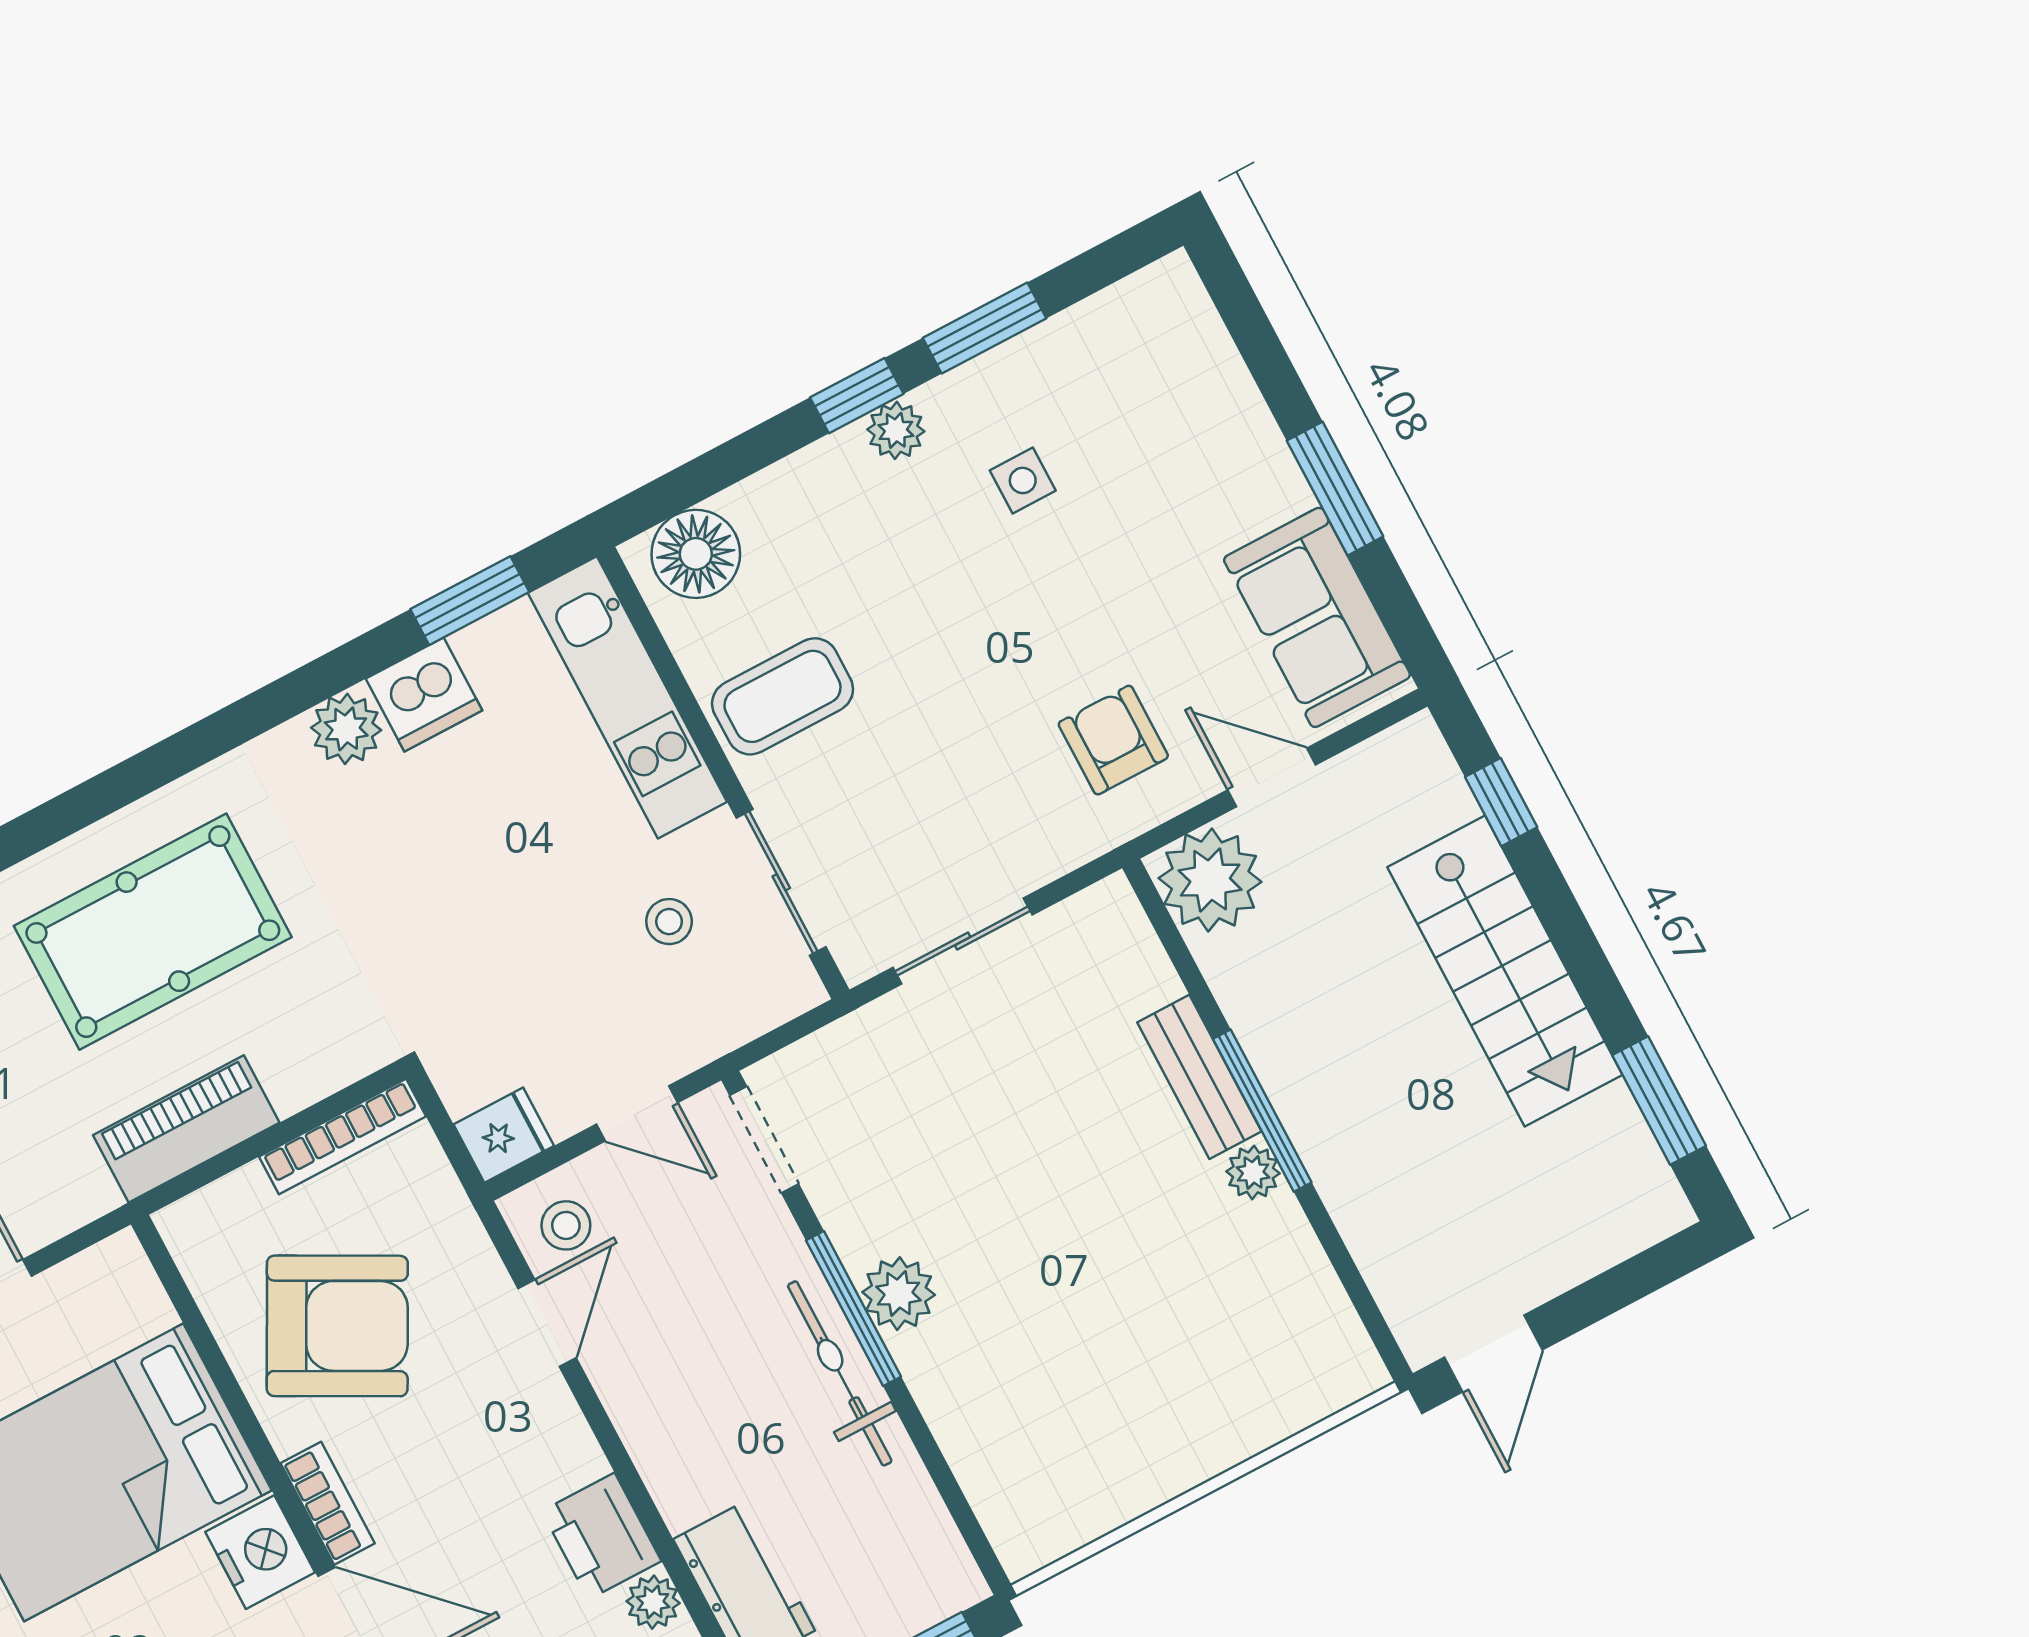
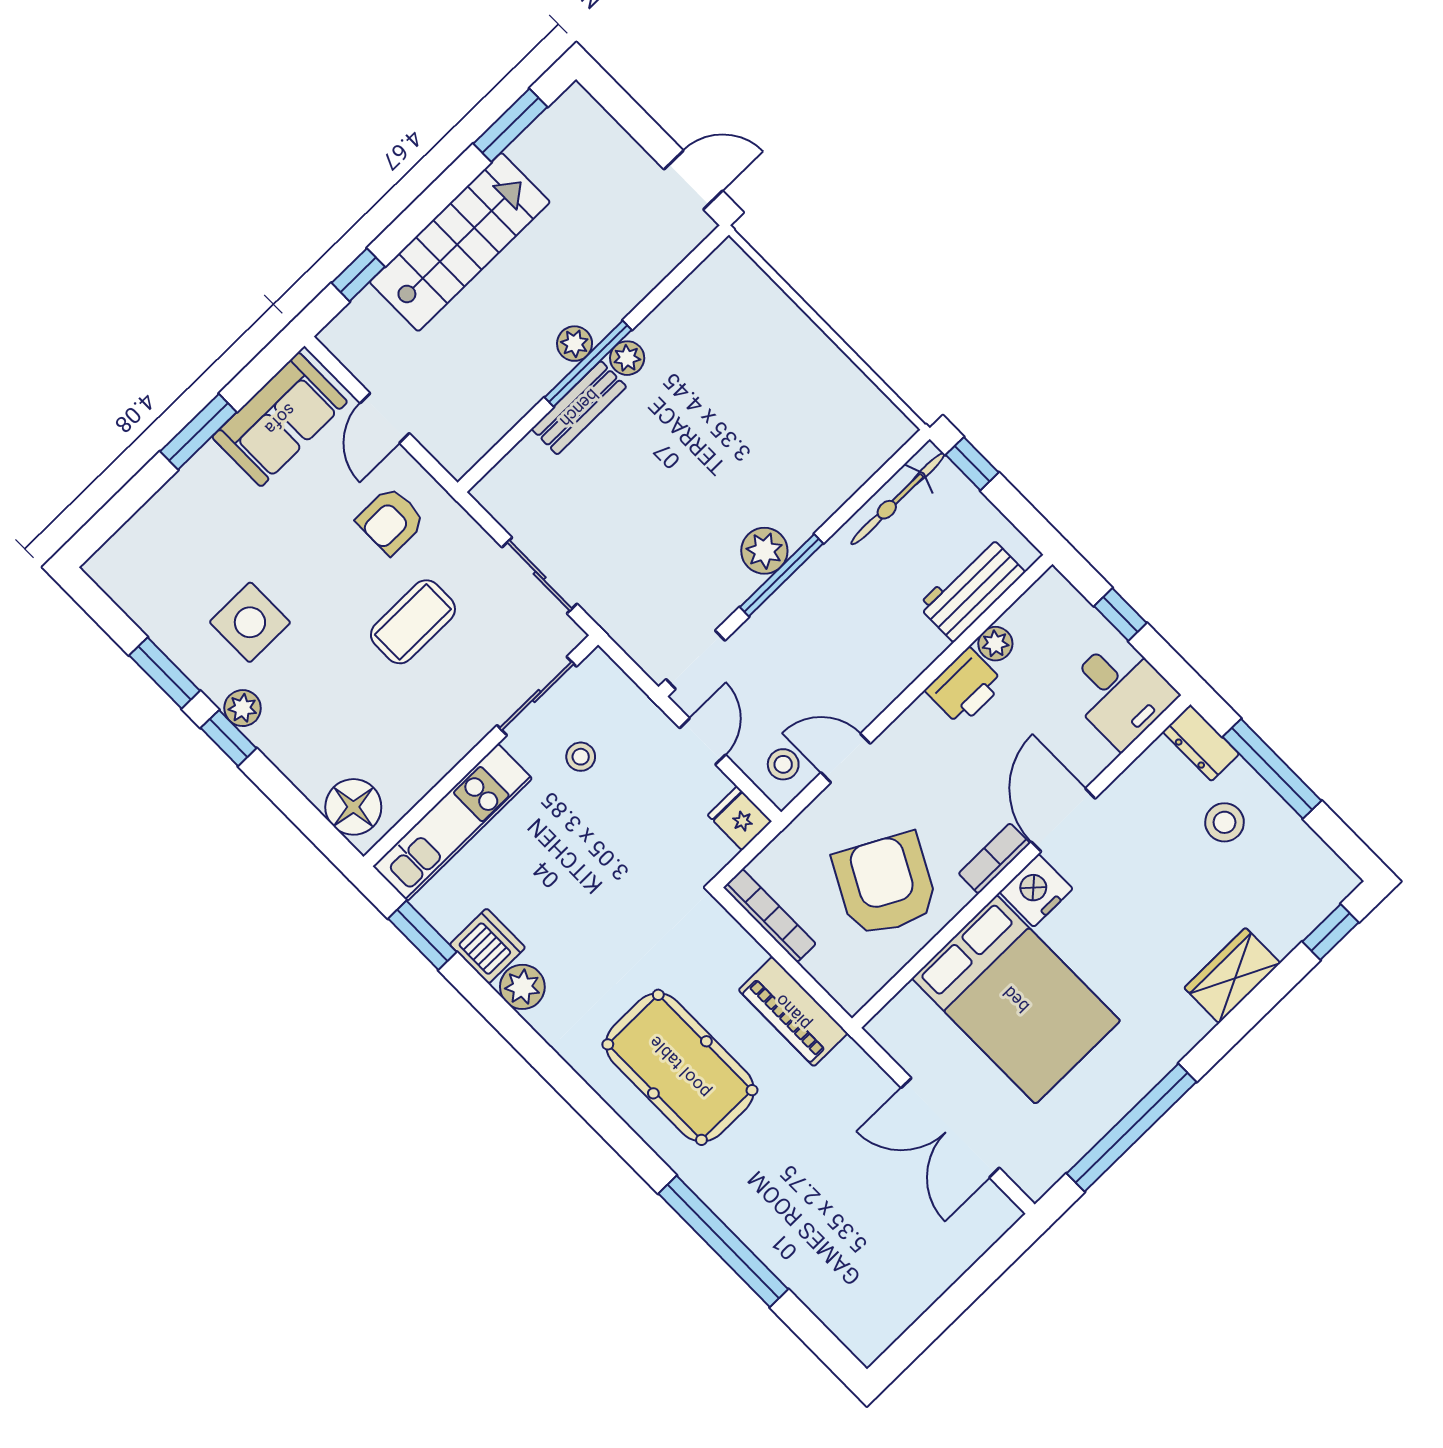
side table: (1023, 480) -> (250, 622), width x1.87, depth x1.87
coffee table: (783, 696) -> (413, 622), moved, turned 90
plant: (1210, 880) -> (575, 344), moved, width x0.53, depth x0.53
bicycle: (840, 1373) -> (898, 499), moved

